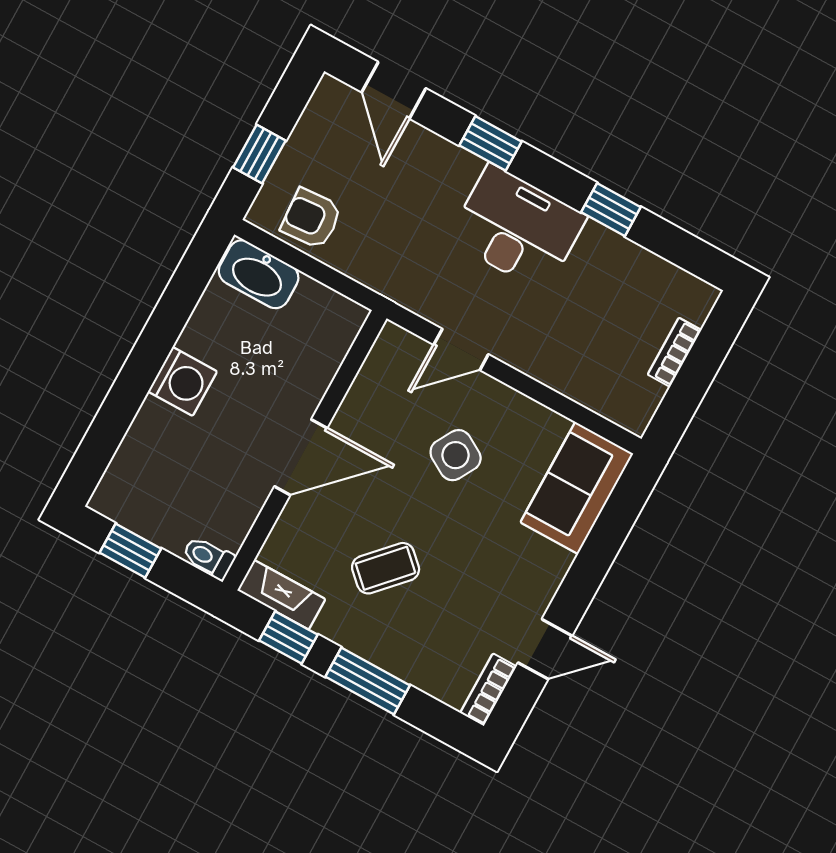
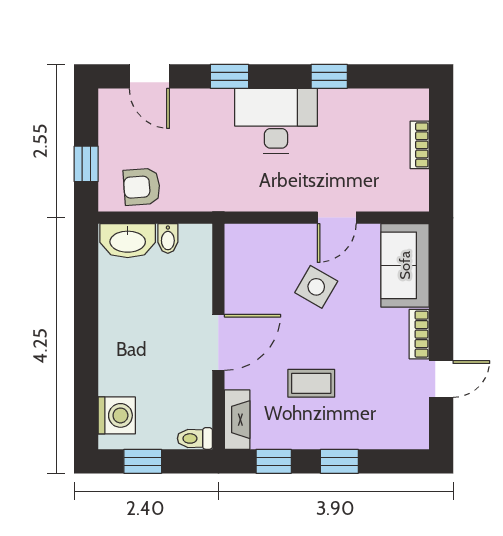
bidet: (309, 298) -> (168, 238), added
door: (461, 349) -> (337, 218), moved
washing machine: (182, 381) -> (117, 415), moved
coffee table: (386, 568) -> (311, 383), turned 47
fireplace: (281, 595) -> (237, 420), moved, turned 90
window: (368, 681) -> (339, 461), width x0.67
bookcase: (488, 690) -> (419, 334), moved

